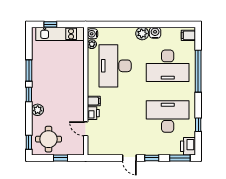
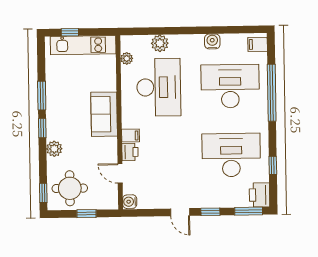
water cooler: (92, 34) -> (130, 202), moved
plant: (142, 34) -> (160, 43), moved
desk: (115, 66) -> (159, 87), turned 180
desk: (168, 66) -> (230, 86), turned 180
sofa: (75, 85) -> (104, 114), added

